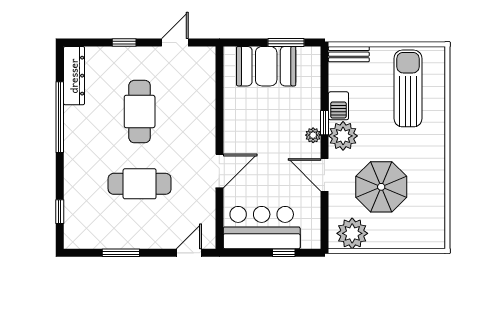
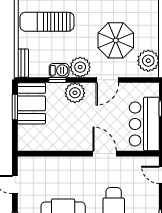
booth: (266, 66) -> (31, 103), moved
window: (325, 123) -> (57, 80), moved
plant: (313, 135) -> (75, 93), width x1.87, depth x1.87

